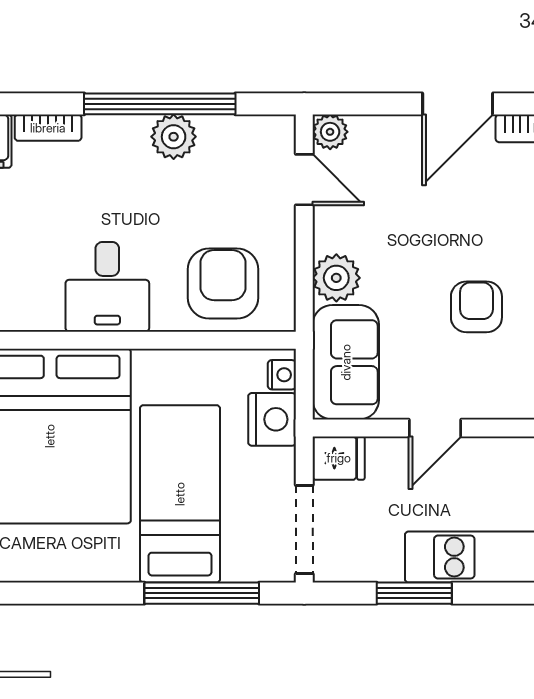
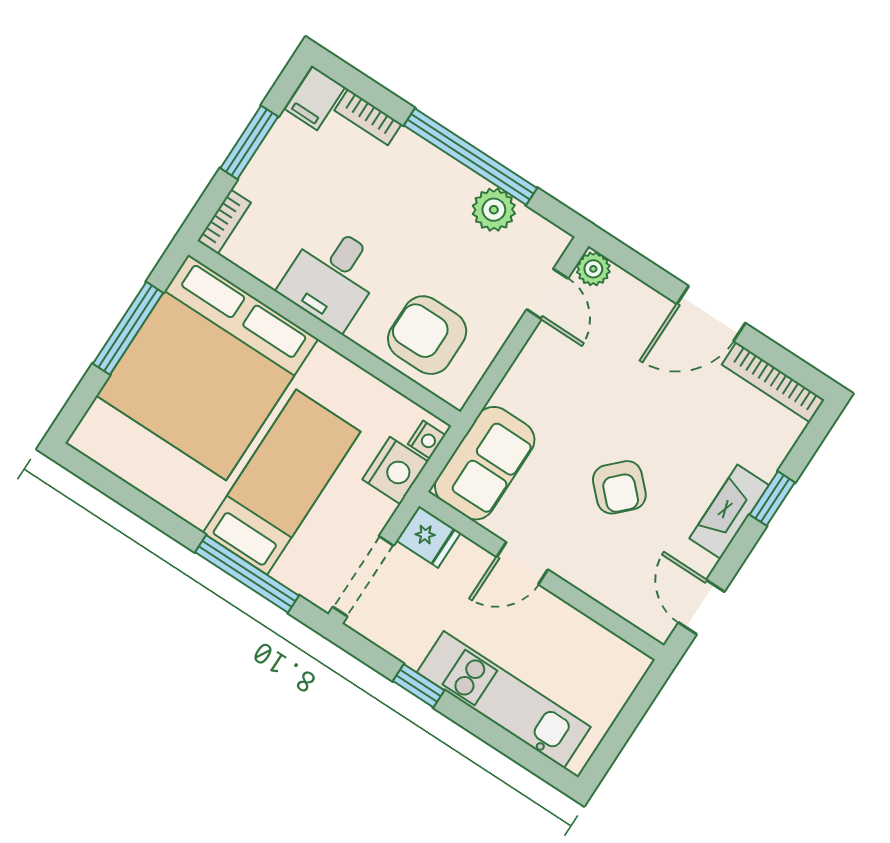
plant: (174, 137) -> (494, 210), moved
plant: (336, 278) -> (522, 390), removed
armchair: (223, 284) -> (427, 335), turned -90
armchair: (476, 307) -> (619, 487), turned 135
window: (414, 593) -> (419, 686), width x0.67

